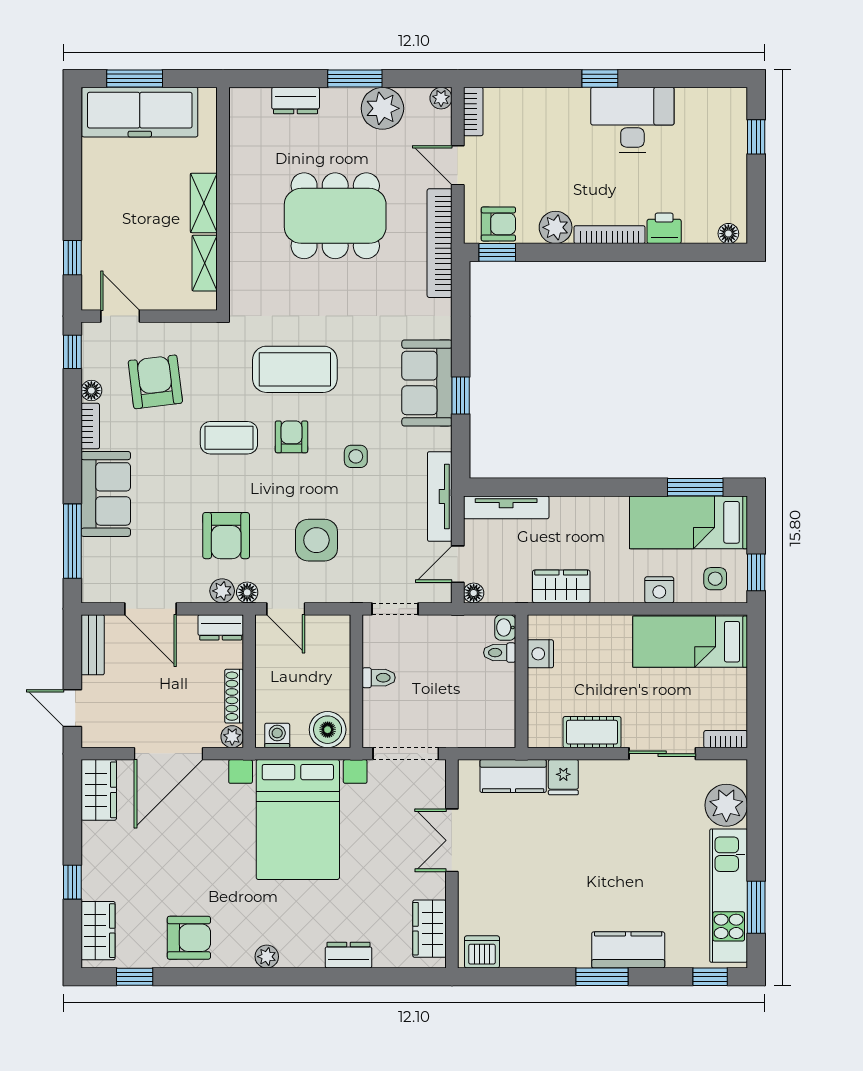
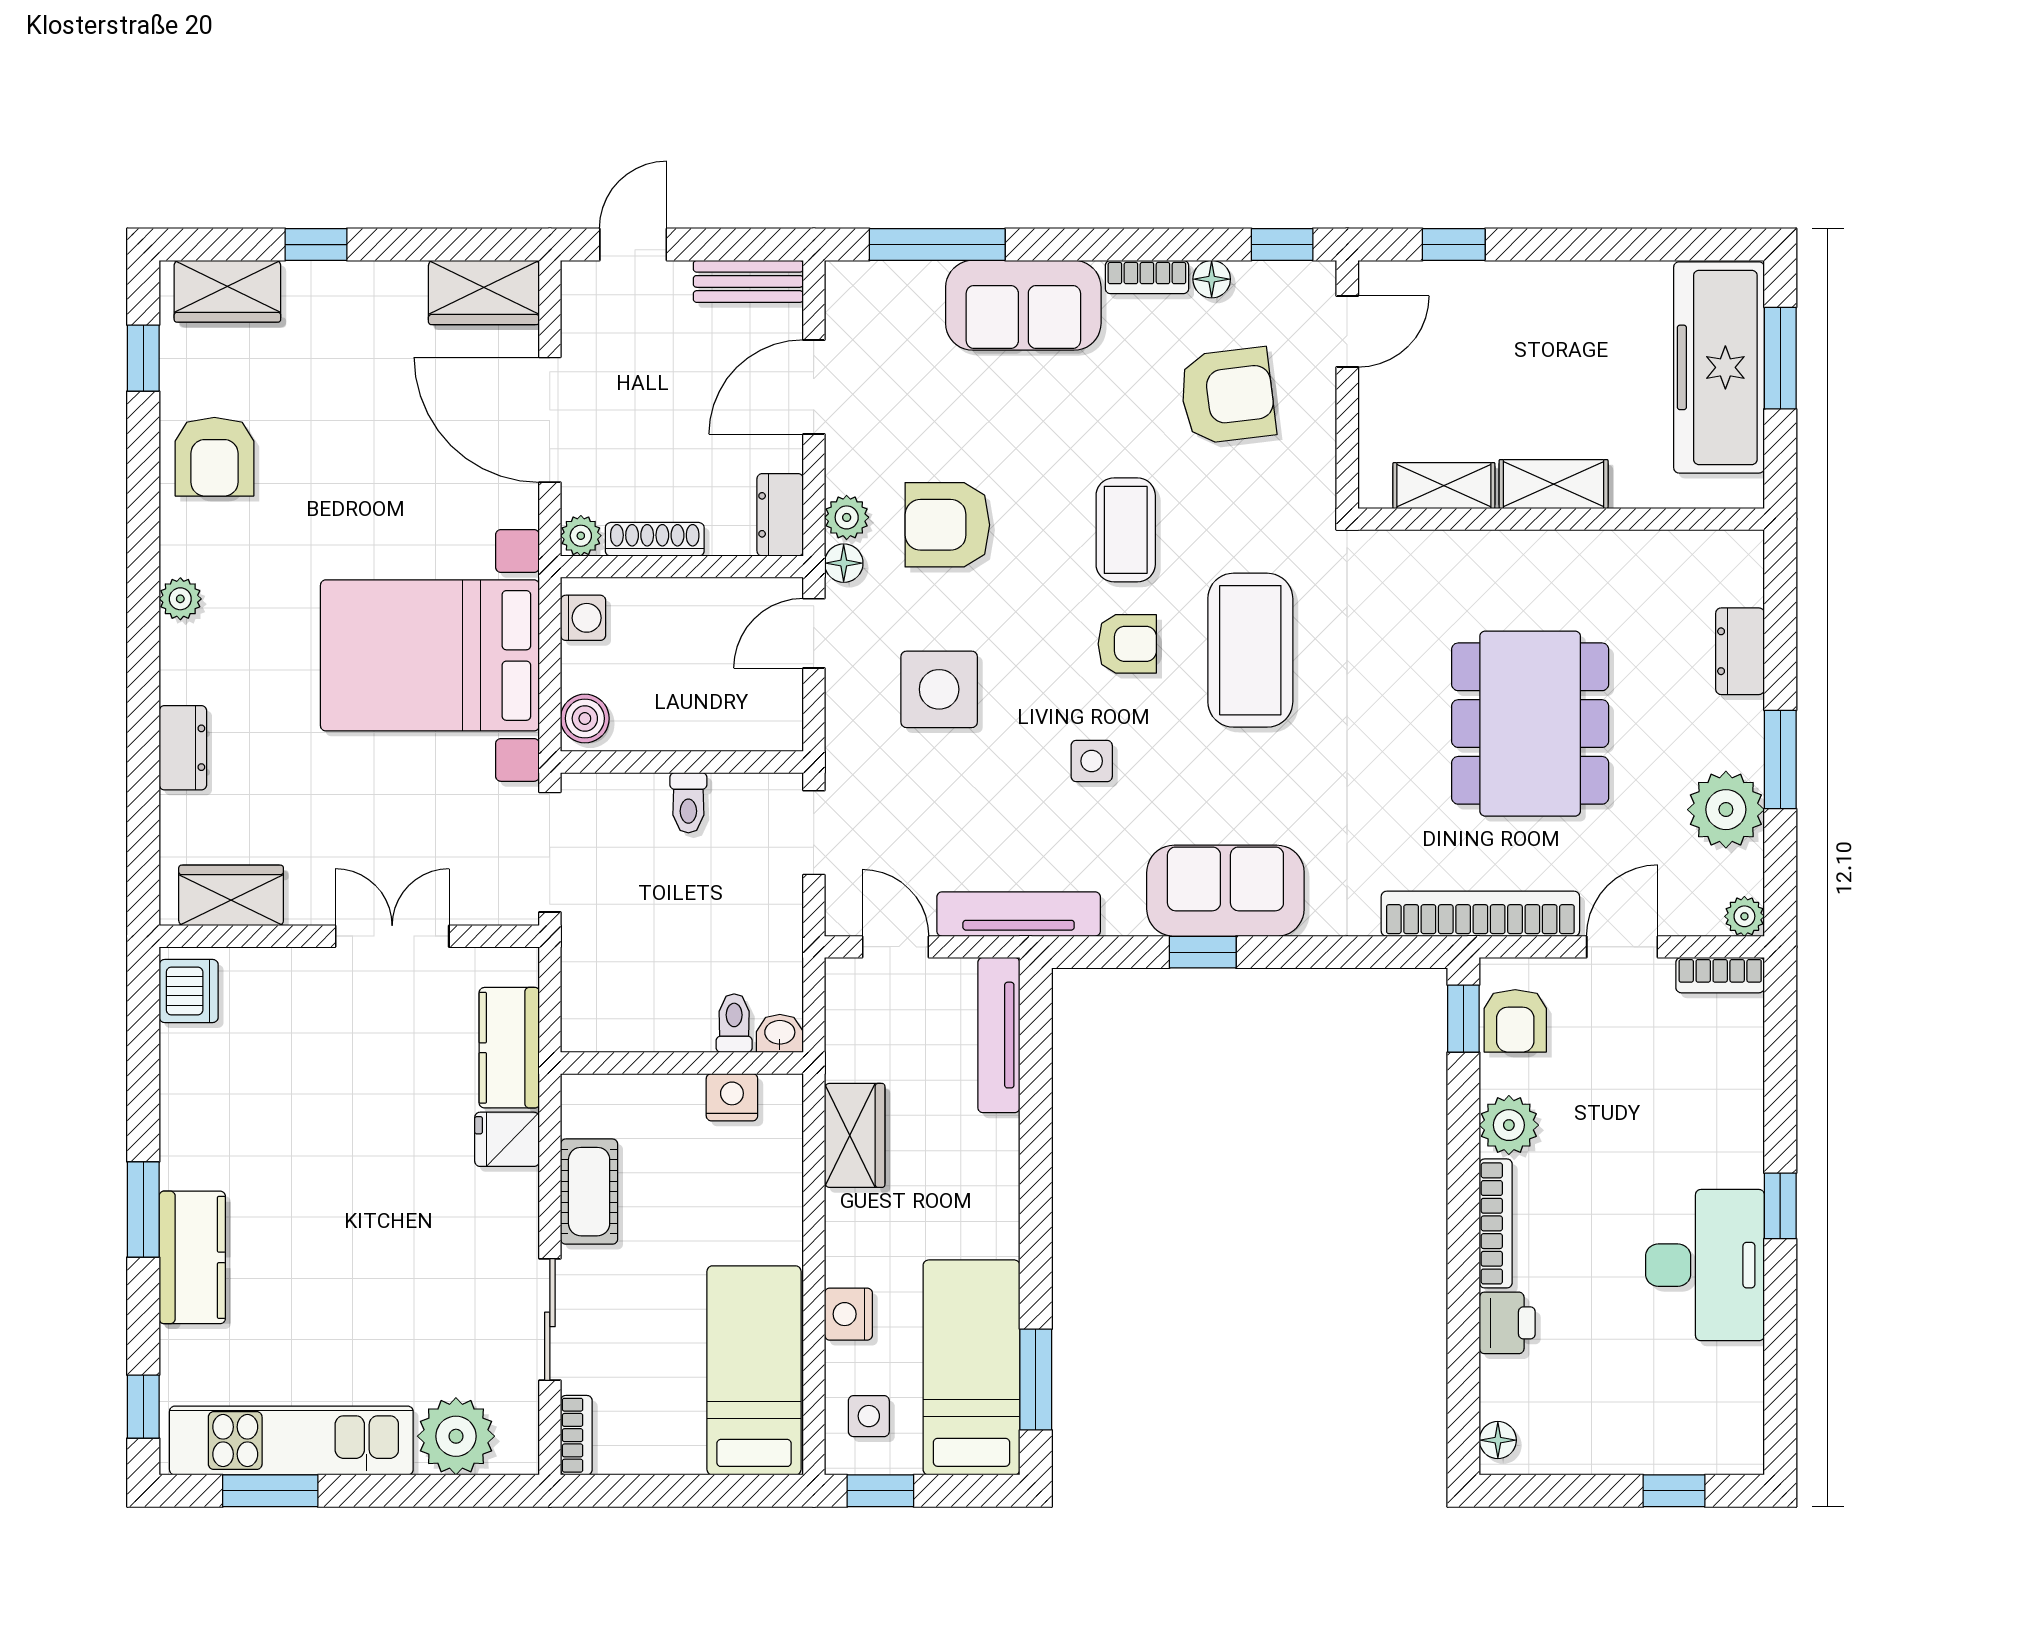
floor lamp: (474, 593) -> (843, 976), removed
boiler: (328, 730) -> (585, 718), width x0.73, depth x0.73

